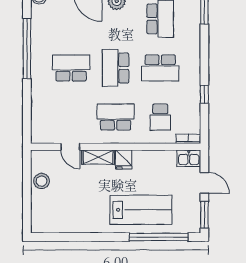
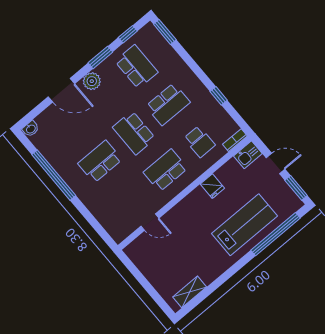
shelving: (98, 157) -> (190, 292), moved
fridge: (124, 159) -> (212, 186), moved
stool: (42, 181) -> (150, 267), removed

